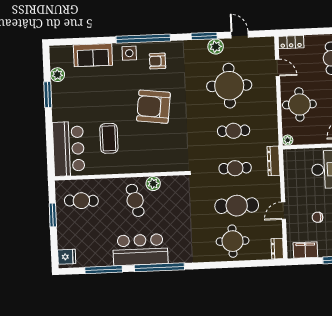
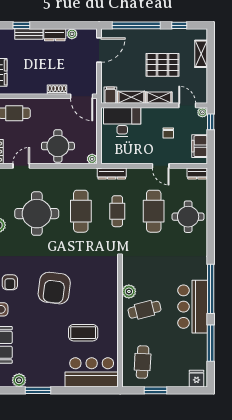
cafe table: (234, 131) -> (81, 211), width x1.37, depth x1.35

